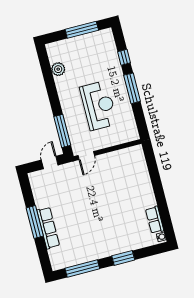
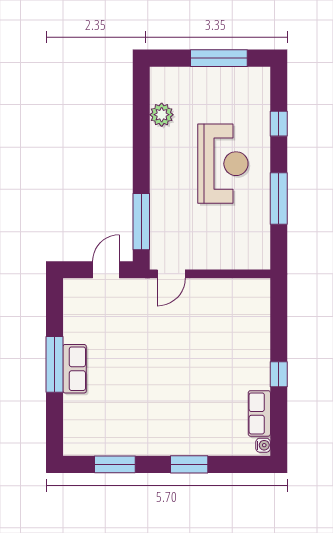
window: (132, 88) -> (279, 198), moved
reception desk: (99, 106) -> (223, 164), moved
window: (160, 196) -> (279, 374), added
row of seats: (48, 228) -> (75, 369), width x0.68
window: (82, 269) -> (115, 464), width x0.69

